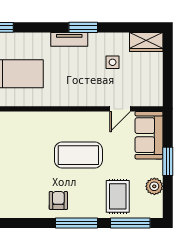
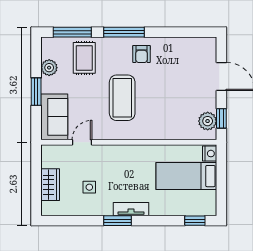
wardrobe: (146, 42) -> (50, 185), moved, turned 90
coffee table: (78, 155) -> (122, 98), turned 90

